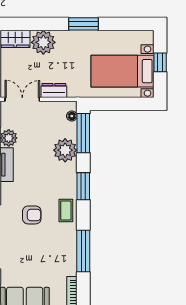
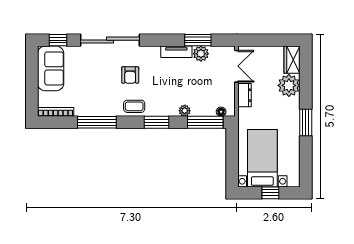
plant: (65, 150) -> (185, 111), width x0.53, depth x0.53

